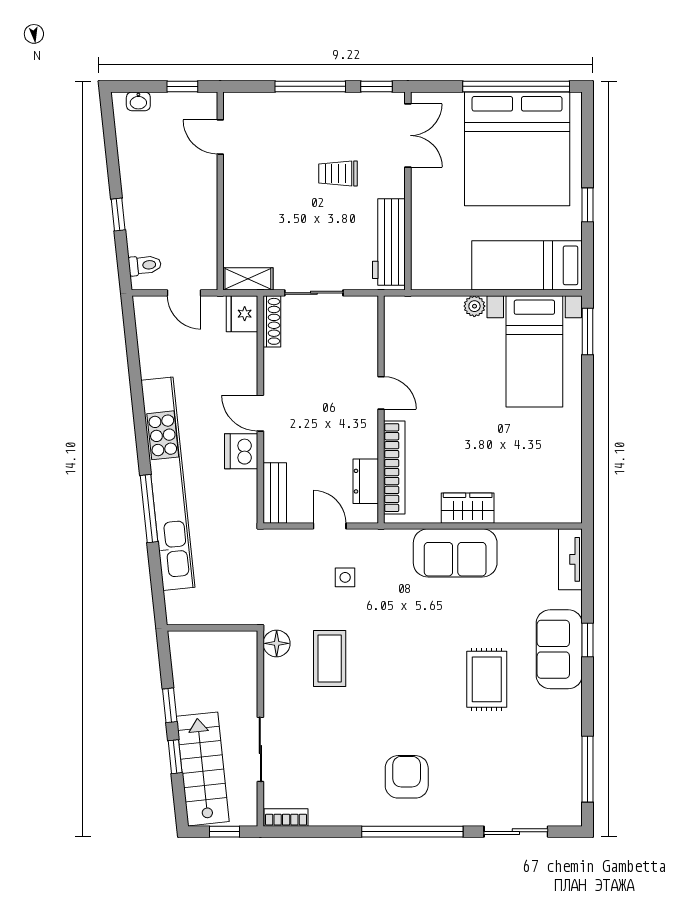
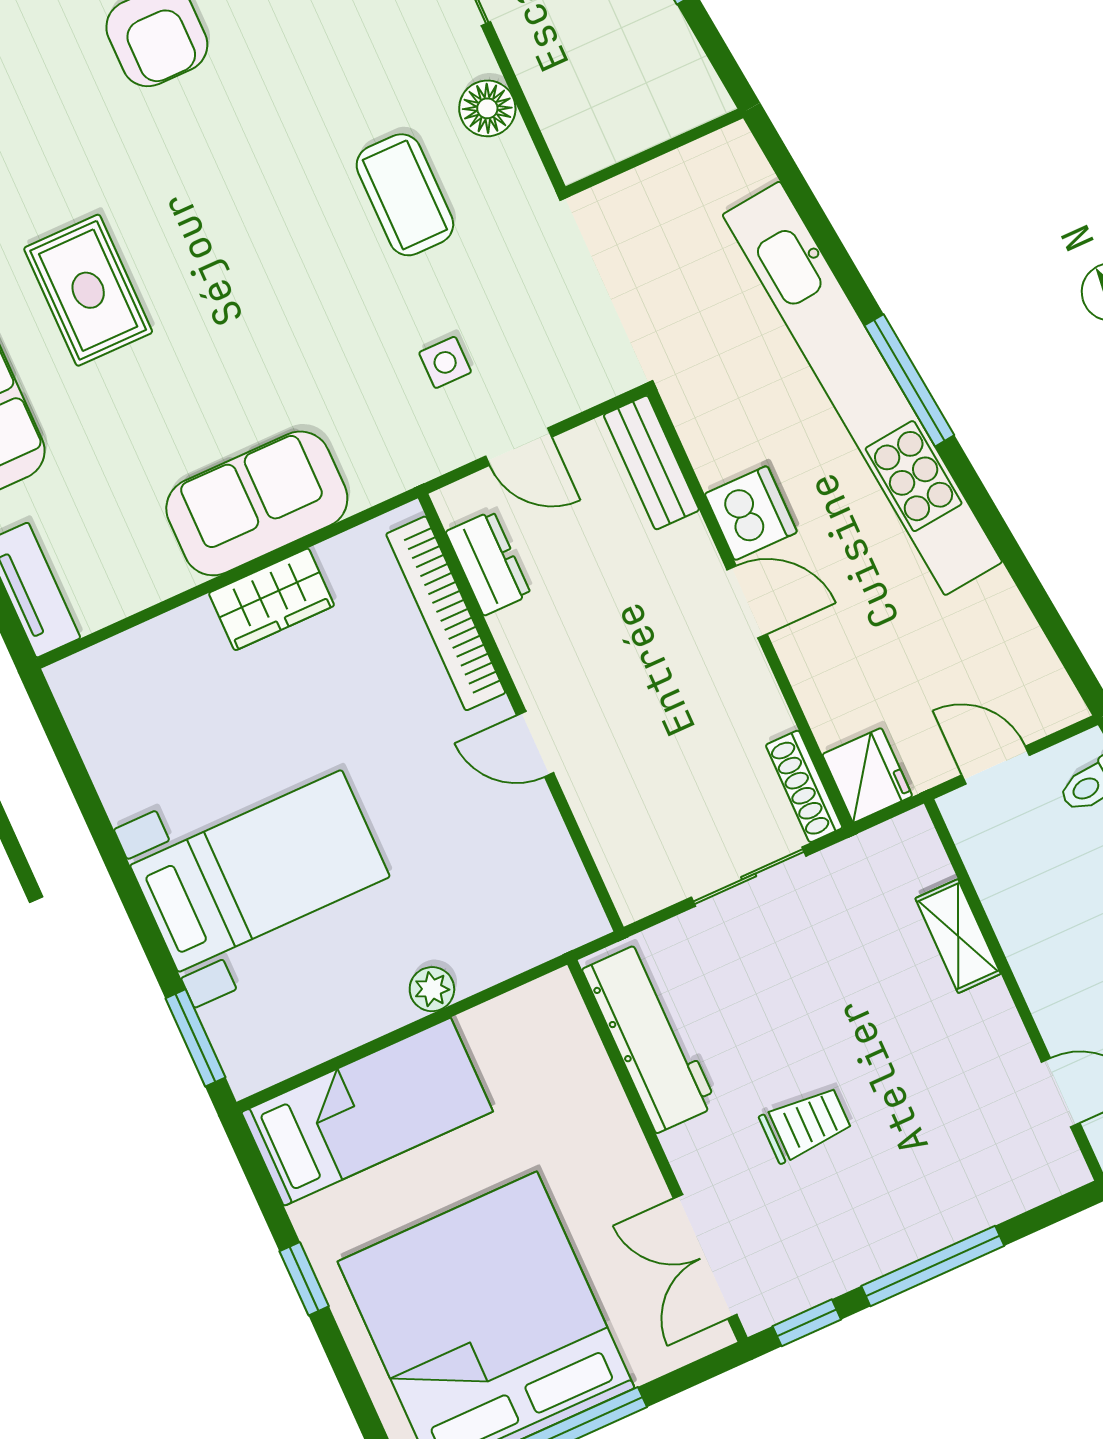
shelving: (248, 279) -> (958, 936), moved, turned 90
bed with nightstands: (534, 351) -> (260, 871), moved, turned 90
window: (149, 509) -> (909, 380), moved
floor lamp: (277, 643) -> (487, 108), moved

